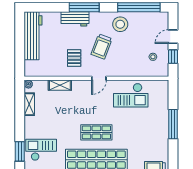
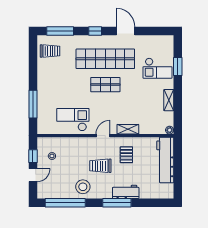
workbench: (33, 36) -> (165, 160), moved
trolley: (102, 46) -> (100, 166), turned -111
shelving: (60, 85) -> (128, 129), moved
shelving: (29, 104) -> (169, 100), moved
window: (173, 124) -> (33, 104), moved

